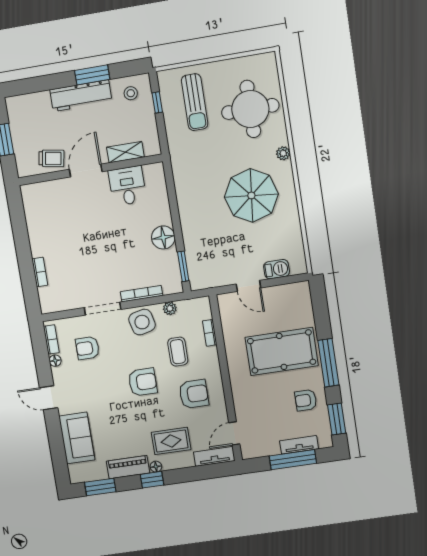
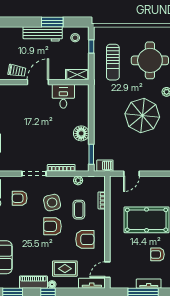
sun lounger: (195, 102) -> (113, 62), moved
shelving: (125, 152) -> (77, 75), moved
barbecue: (277, 269) -> (105, 166), moved
door: (248, 286) -> (132, 174), hinge flipped
side table: (142, 322) -> (52, 203), moved
armchair: (143, 382) -> (52, 226), turned 180

